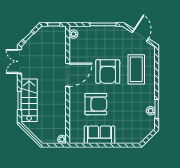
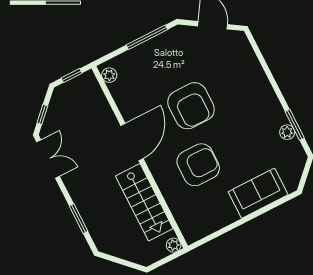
double door: (19, 61) -> (48, 159), swing flipped
coffee table: (136, 69) -> (233, 80), removed
stairs: (29, 100) -> (144, 202), moved, turned 180
sofa: (99, 135) -> (258, 193), moved

